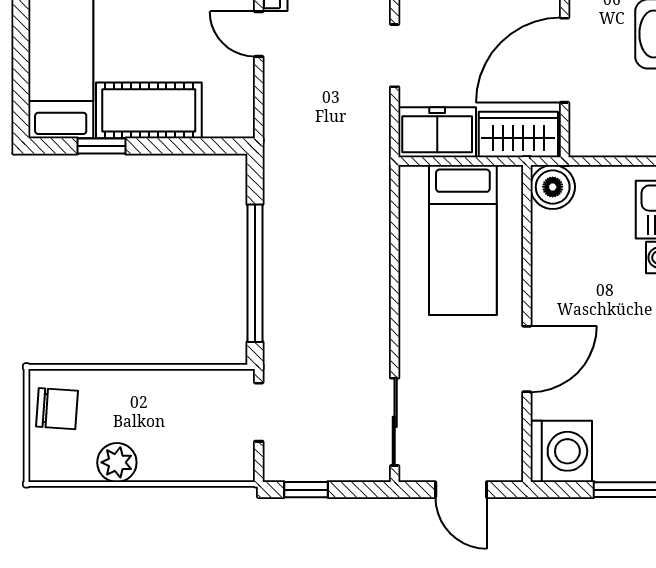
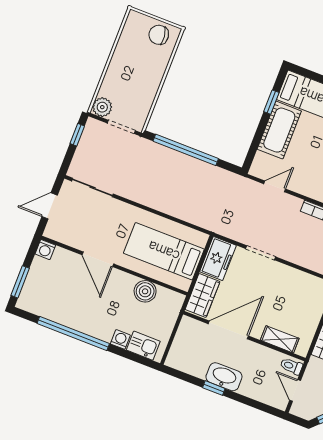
door: (259, 34) -> (275, 186), moved
door: (565, 60) -> (228, 330), hinge flipped
boiler: (553, 187) -> (145, 291), moved
chair: (57, 409) -> (159, 35), turned 79
washing machine: (561, 451) -> (45, 250), width x0.53, depth x0.53
plant: (117, 462) -> (102, 107), moved

